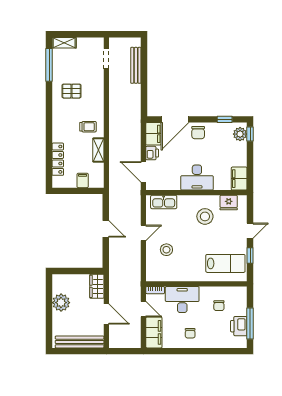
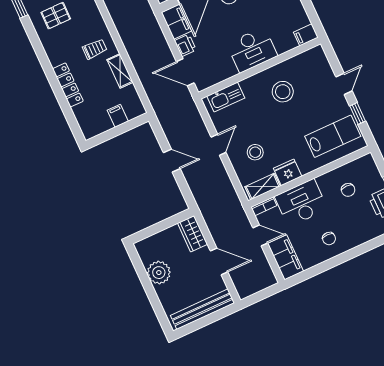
locker: (58, 159) -> (68, 85), moved
filing cabinet: (239, 179) -> (306, 35), width x0.50
fridge: (229, 203) -> (288, 172), moved, turned 180
shelving: (161, 276) -> (263, 186), added

